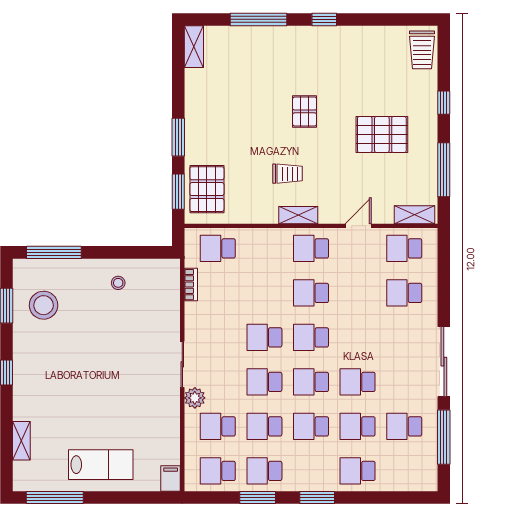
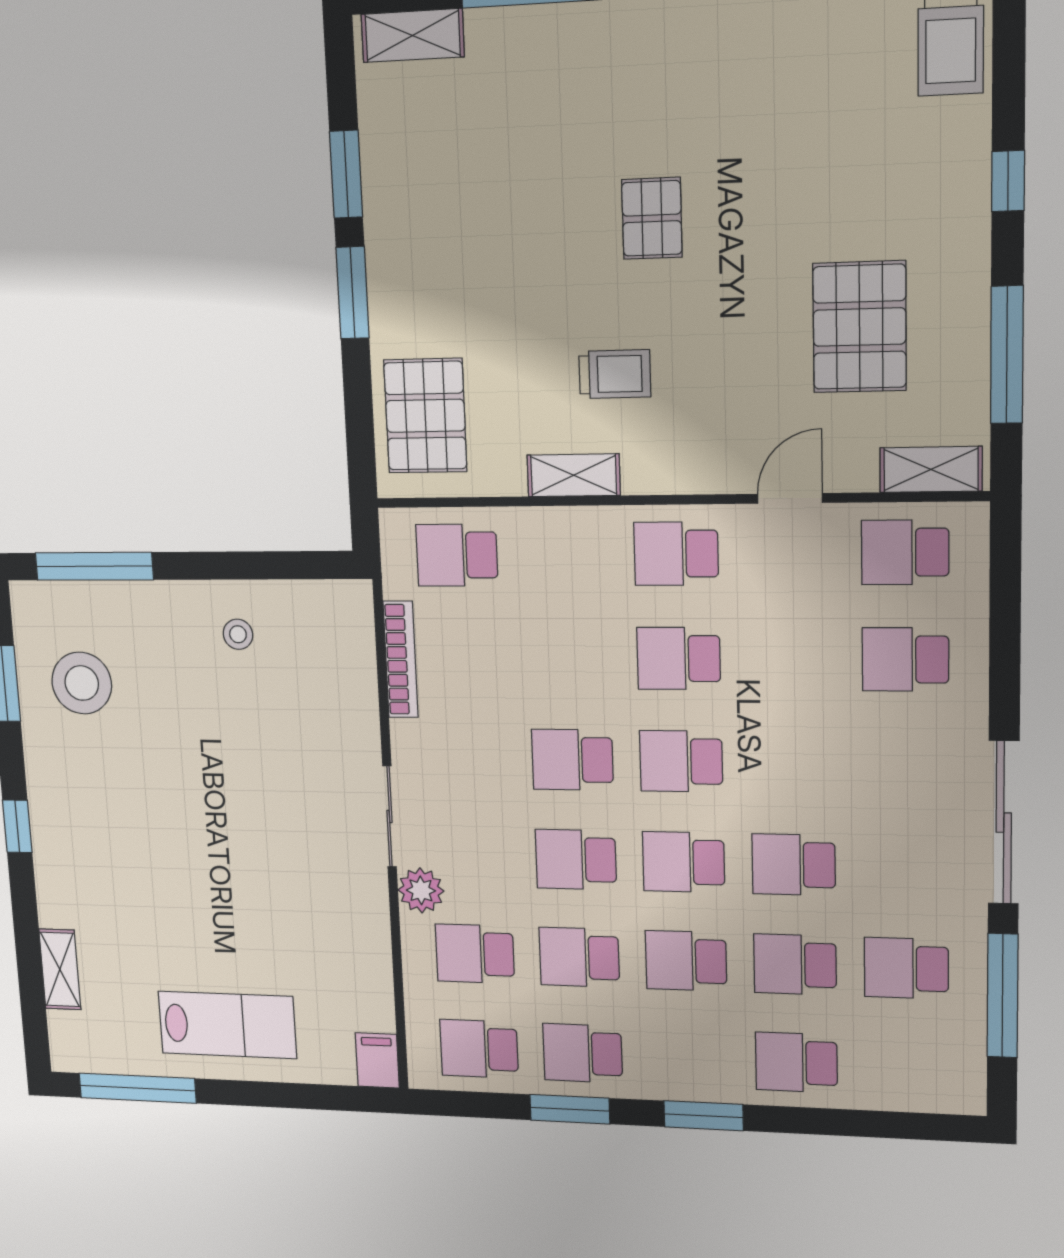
shelving: (194, 47) -> (413, 35), moved, turned 90
pallet: (382, 135) -> (859, 327), moved, turned 90
window: (178, 192) -> (346, 174), moved
shelving: (298, 215) -> (574, 475), moved
bookcase: (191, 285) -> (401, 659), width x1.56

